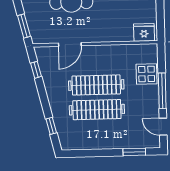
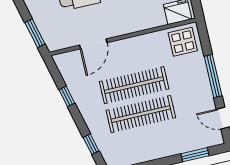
window: (36, 70) -> (67, 96), moved
display table: (147, 74) -> (183, 42), moved

